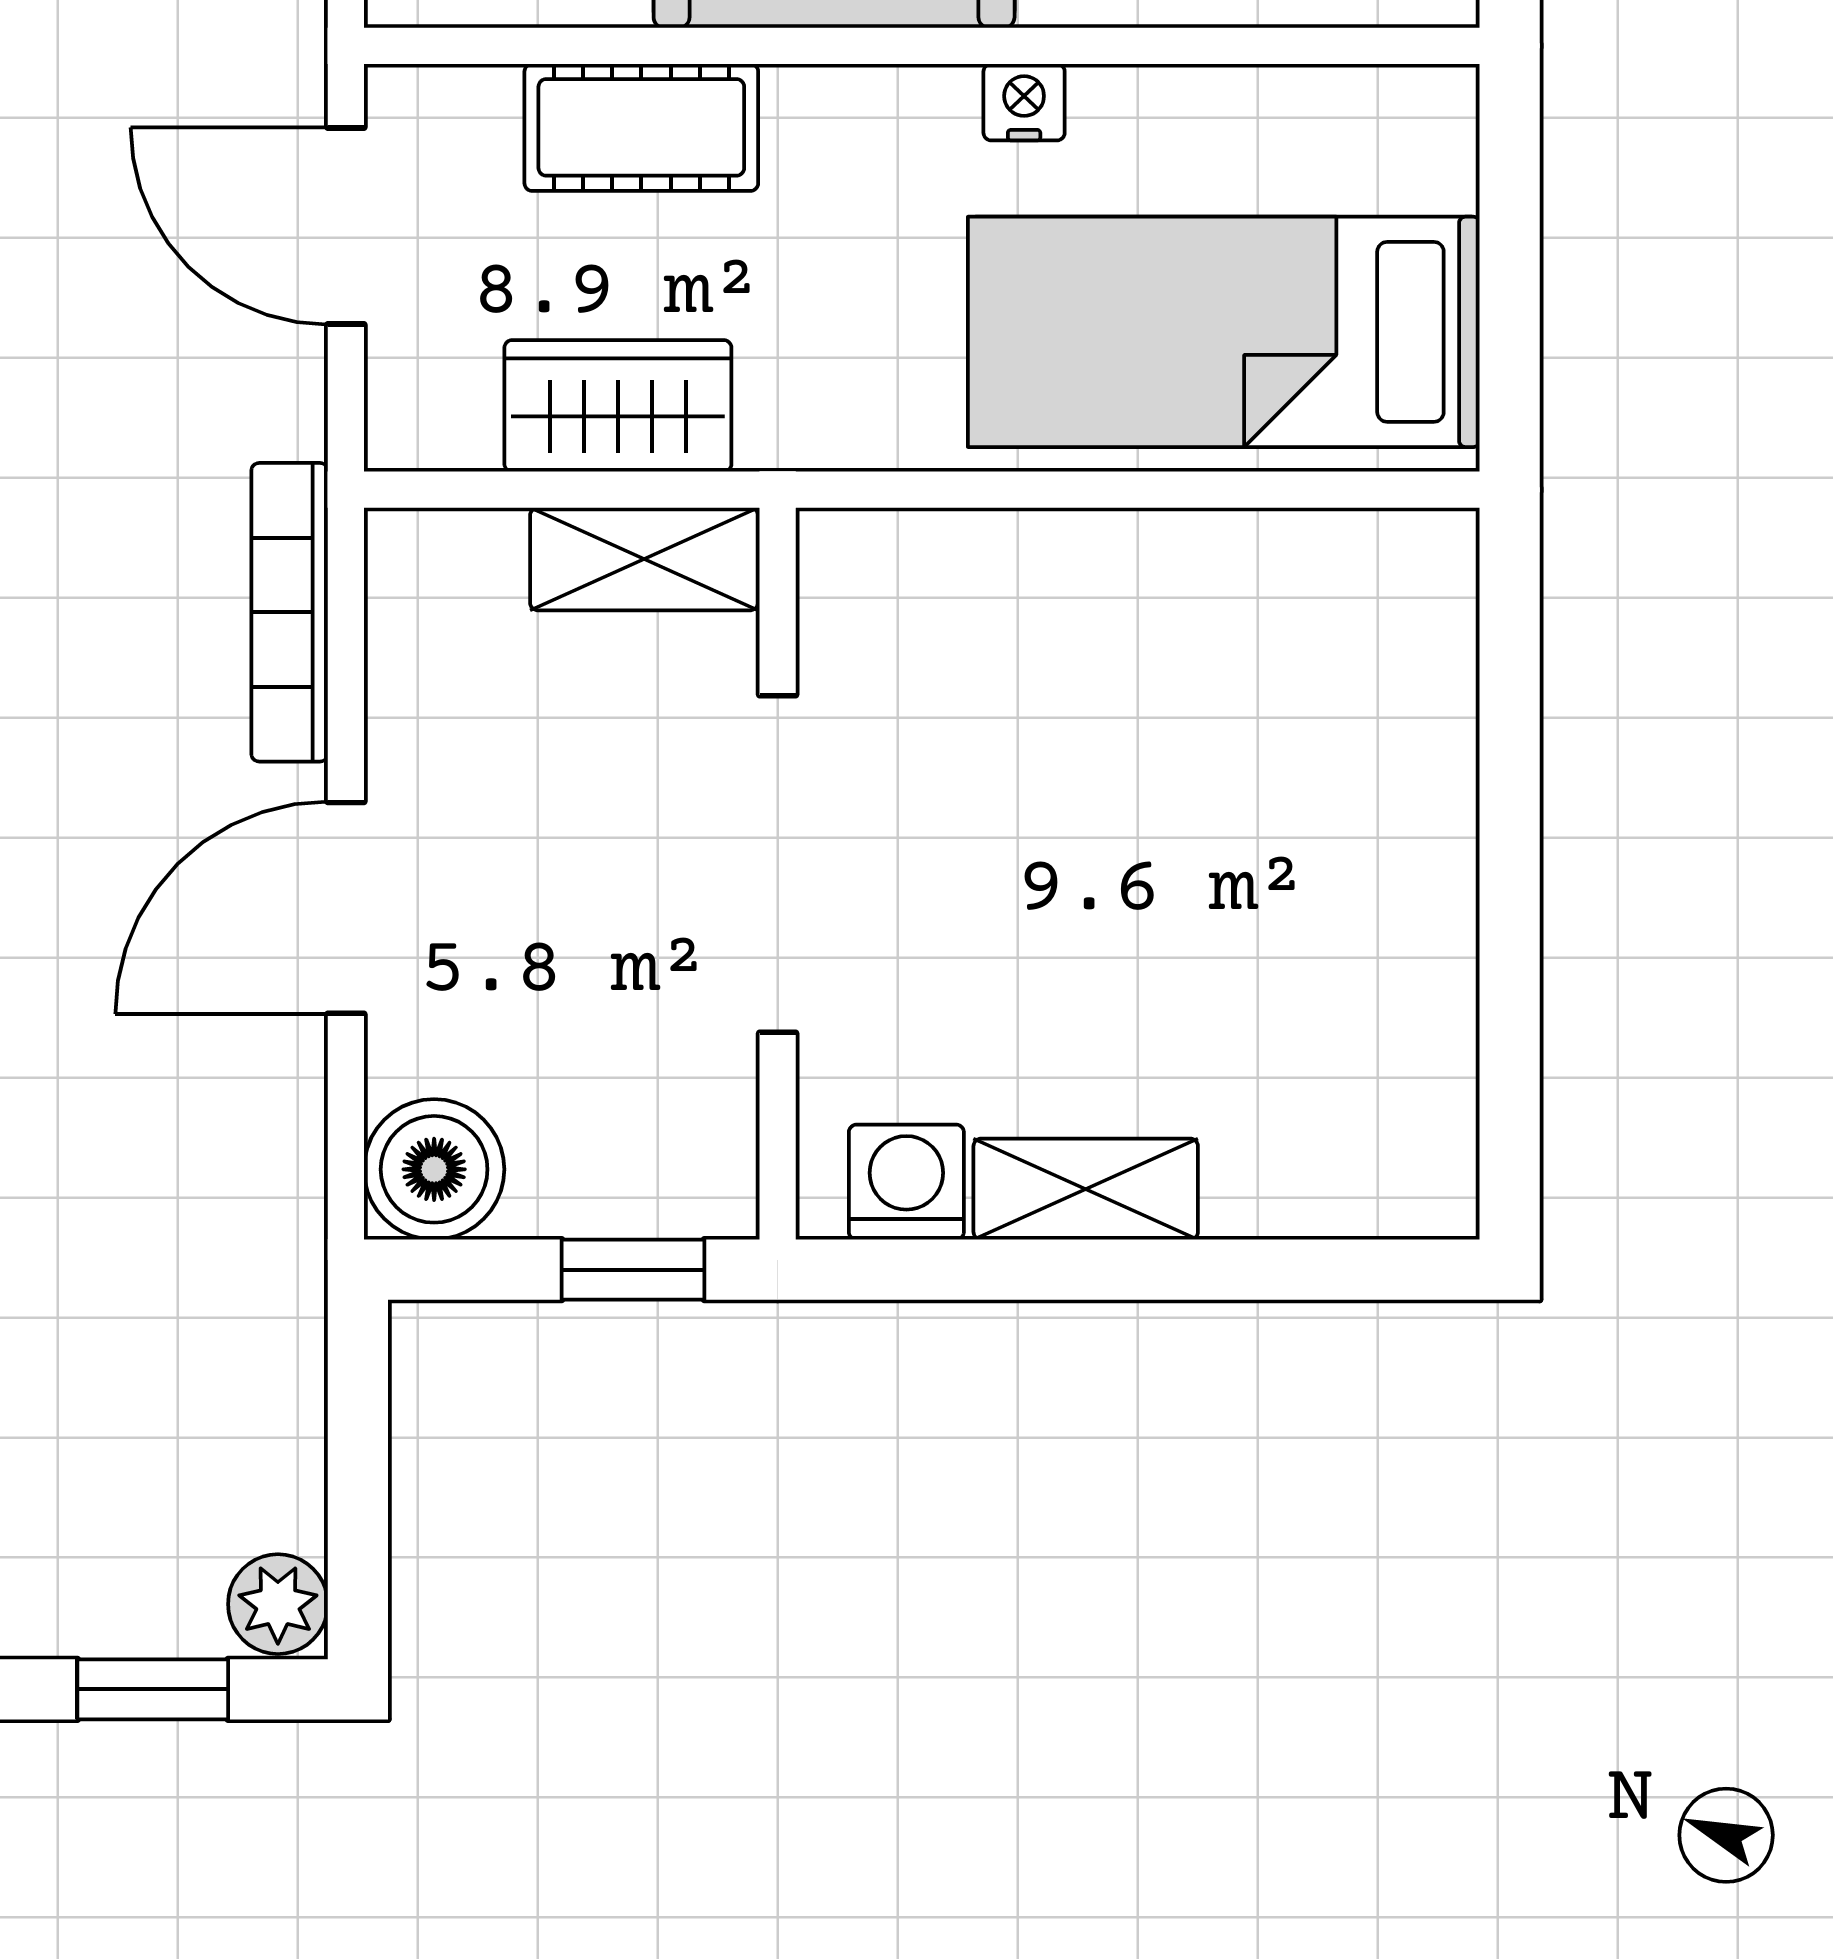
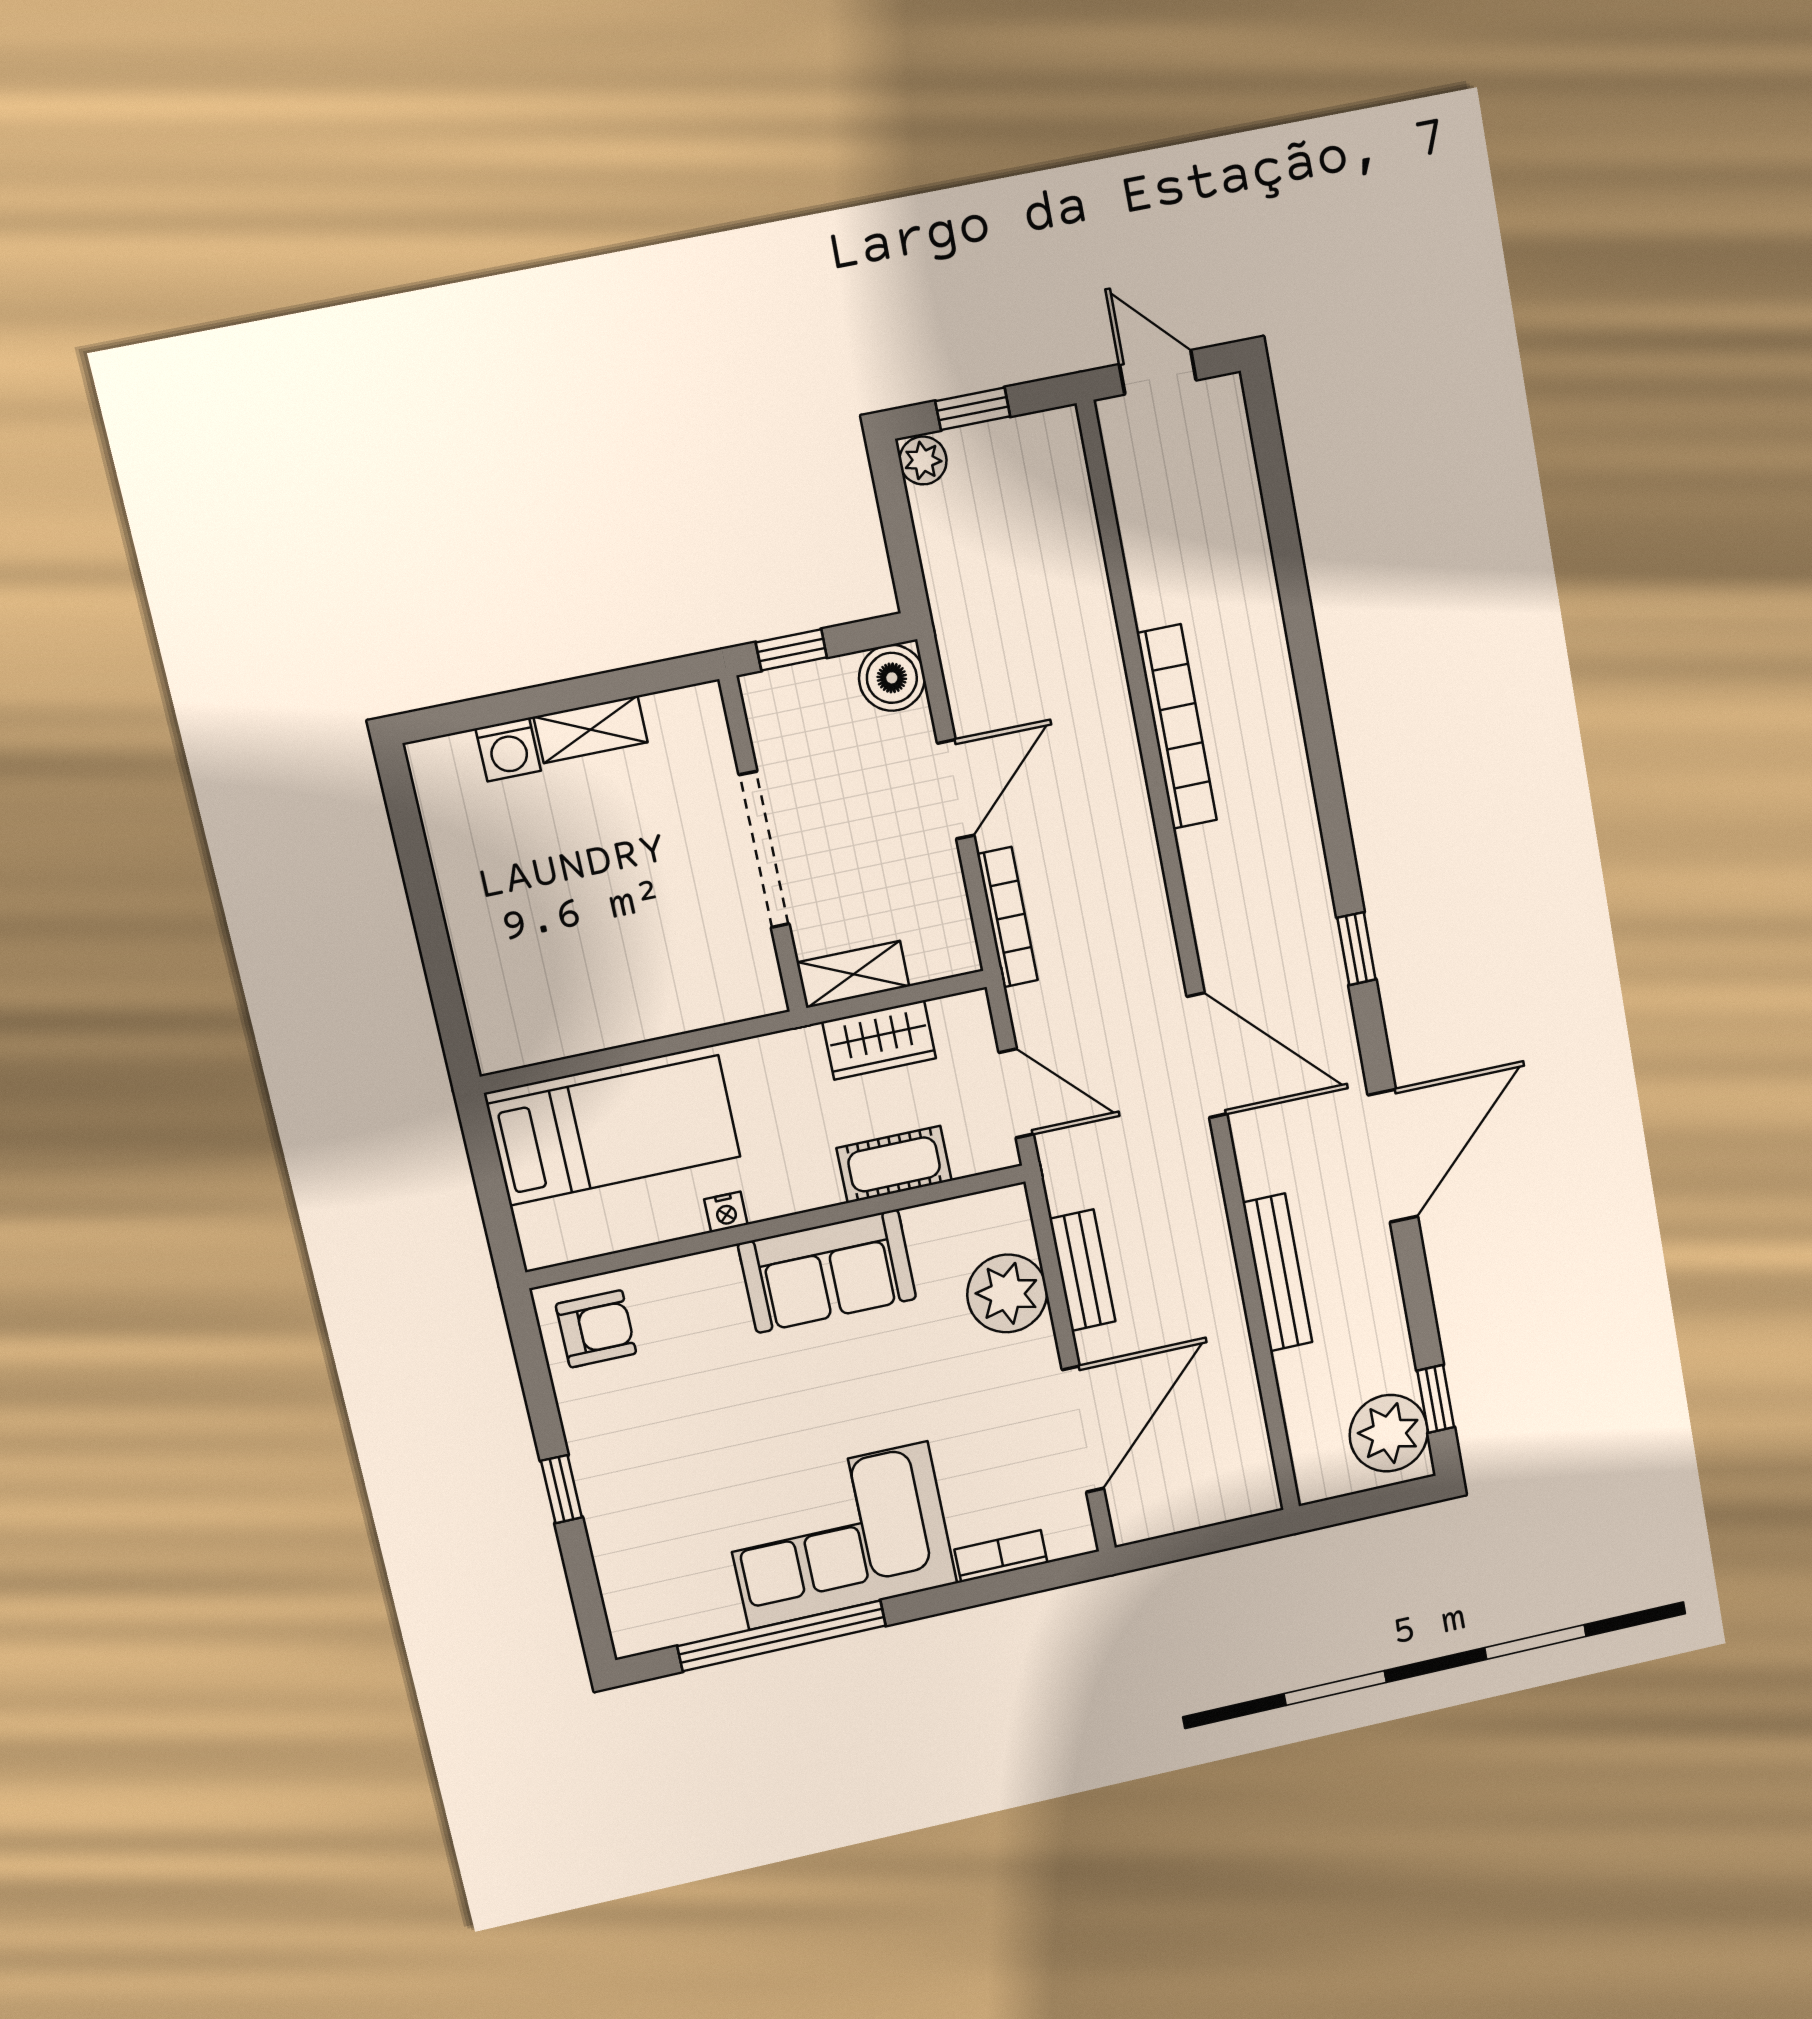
washing machine: (906, 1182) -> (508, 750), moved

